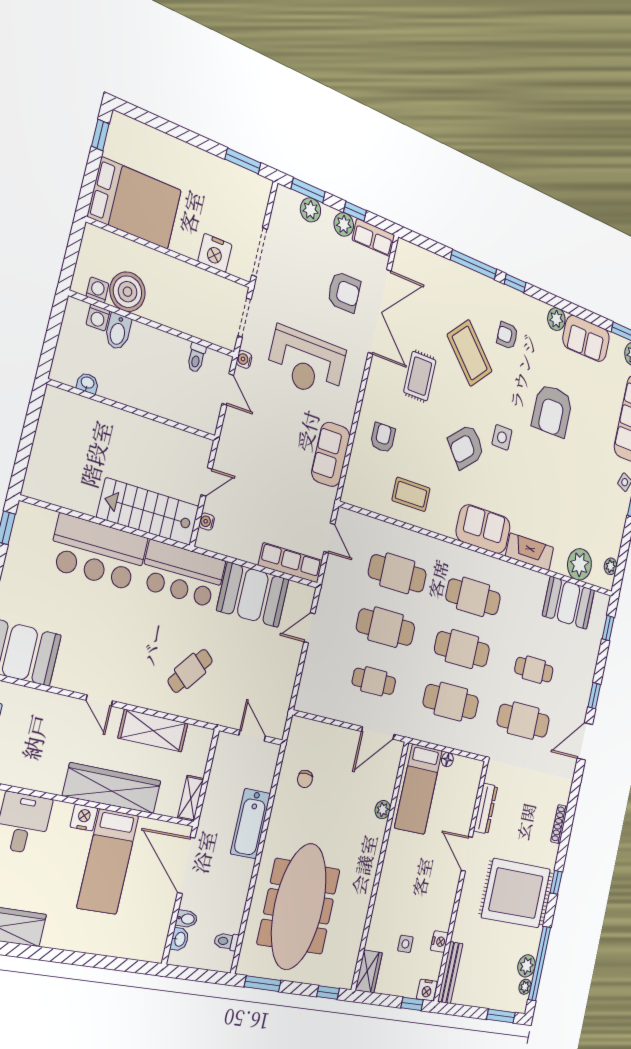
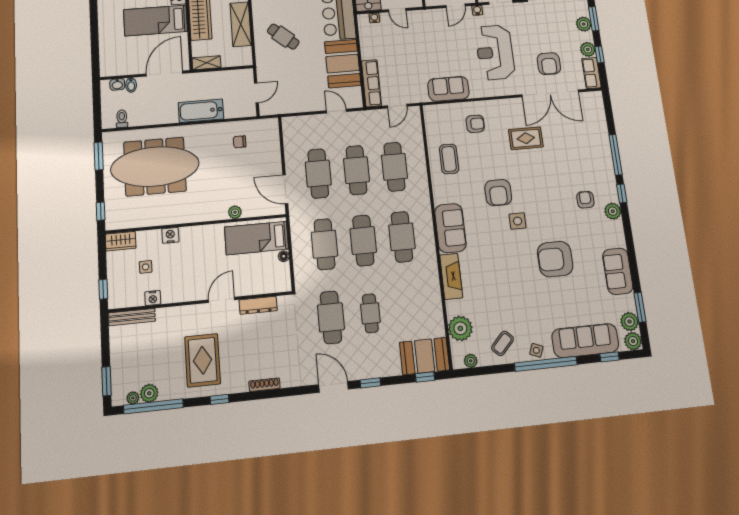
plant: (556, 319) -> (613, 211), moved
coffee table: (470, 353) -> (503, 343), moved, width x0.54, depth x0.58
armchair: (466, 447) -> (498, 193), turned -139
booth: (569, 603) -> (425, 356), moved, turned 90
cafe table: (374, 681) -> (318, 173), width x1.37, depth x1.35
rug: (516, 893) -> (203, 360), width x0.73, depth x0.69
nightstand: (427, 990) -> (170, 235), moved, turned 90

